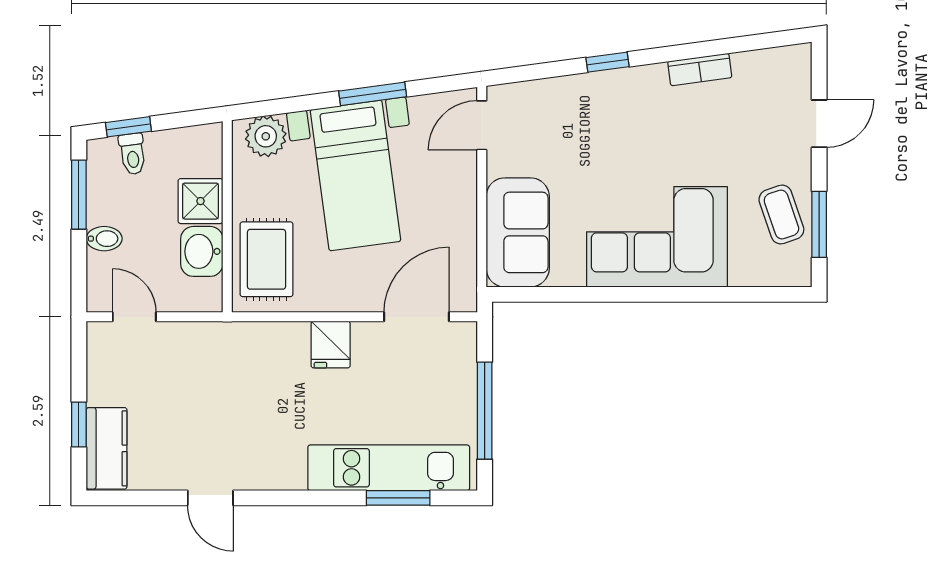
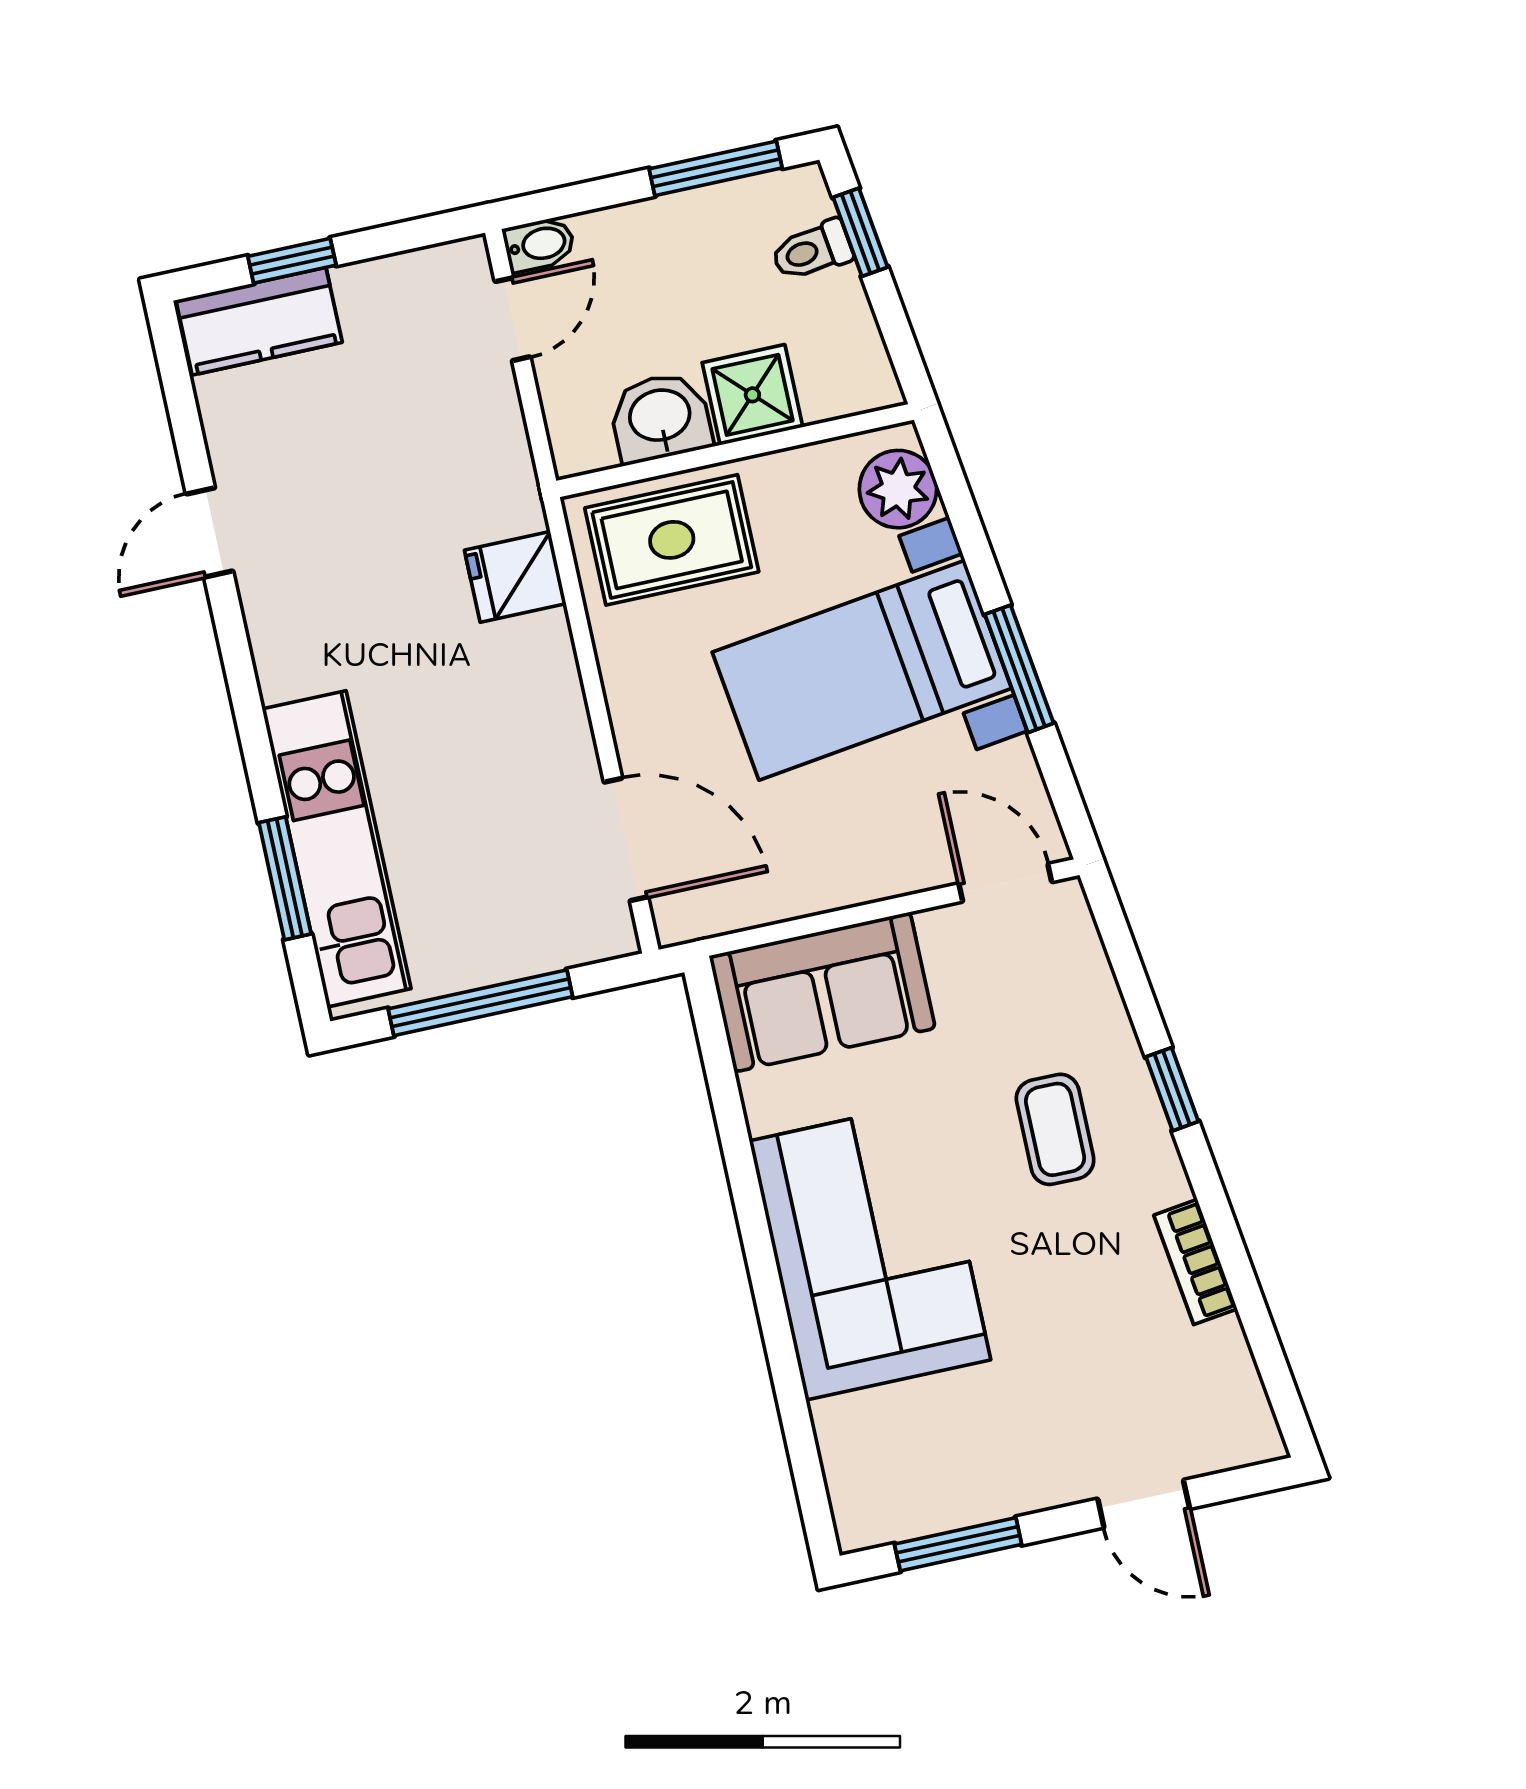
coffee table: (781, 214) -> (1055, 1129), moved, turned -71
bidet: (104, 239) -> (539, 244), moved, turned -90
fridge: (331, 345) -> (515, 577), moved

